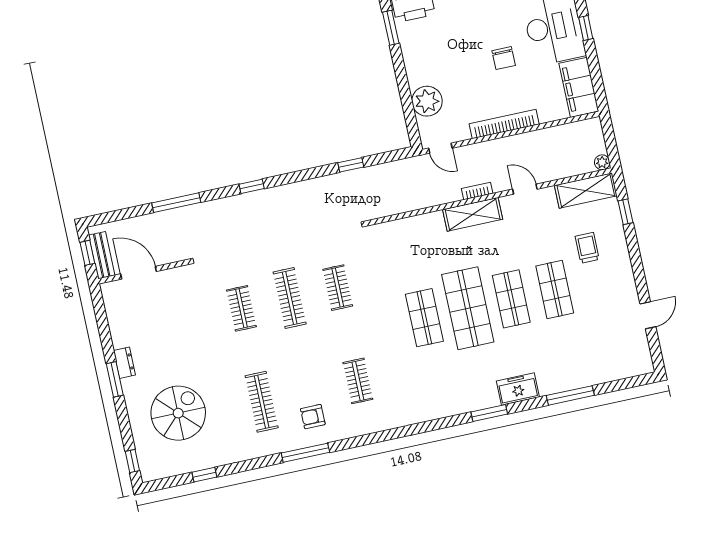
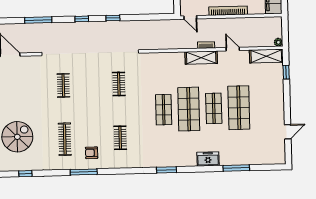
window: (351, 165) -> (113, 18), moved
trolley: (587, 248) -> (261, 88), removed
shop shelf: (555, 289) -> (239, 108), width x1.43, depth x1.36
clothes rail: (290, 298) -> (91, 85), removed
window: (489, 413) -> (166, 170), moved

